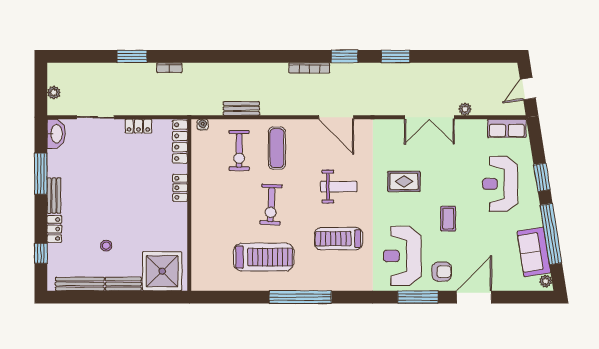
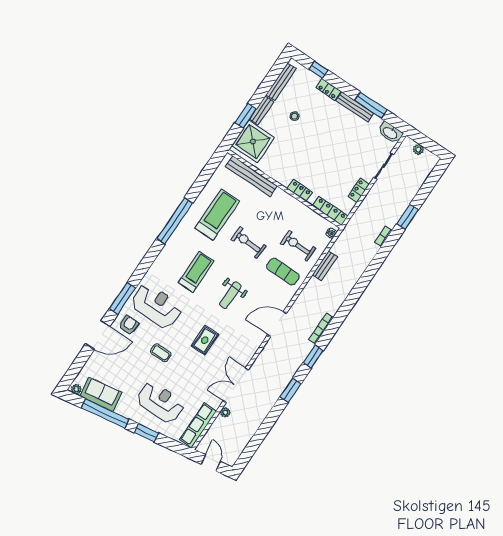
row of seats: (507, 128) -> (198, 425), width x1.48
bench: (54, 196) -> (355, 107), width x1.36
bench: (200, 248) -> (251, 176), added
treadmill: (264, 257) -> (217, 214), turned 180
armchair: (442, 272) -> (129, 325), turned 180
window: (140, 297) -> (246, 116), added
door: (474, 297) -> (98, 335), hinge flipped

